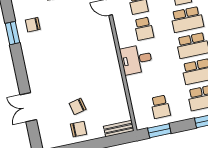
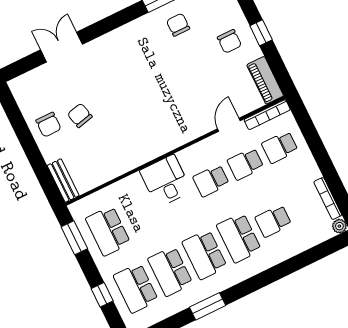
school desk: (160, 107) -> (108, 231), width x1.85

